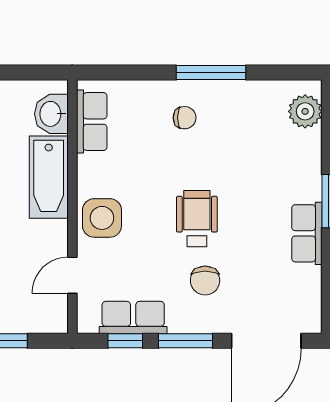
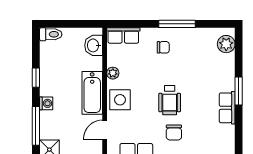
row of seats: (92, 122) -> (123, 35), moved, turned 90
plant: (88, 167) -> (113, 73), added
bathtub: (49, 177) -> (92, 93), moved
wheelchair: (197, 219) -> (170, 100), turned 180

